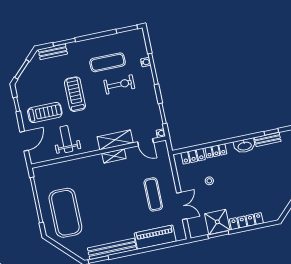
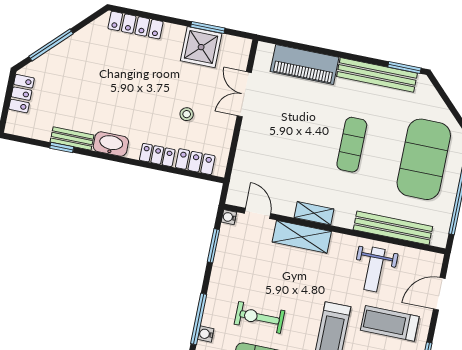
bench: (66, 167) -> (393, 228), added
exercise mat: (153, 194) -> (352, 145), moved
locker: (246, 221) -> (135, 25), moved

